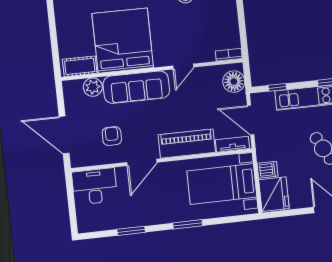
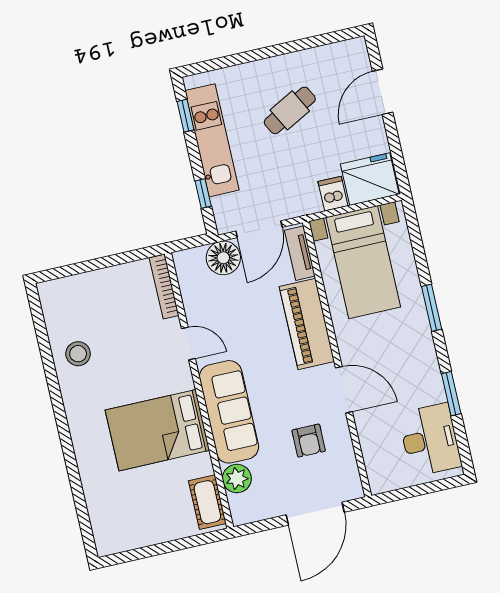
bed: (123, 41) -> (157, 430), width x0.73
bookcase: (229, 55) -> (164, 287), width x1.56
floor lamp: (234, 82) -> (223, 258), moved
armchair: (112, 136) -> (309, 441), turned -90
desk: (95, 186) -> (430, 440), moved, turned 180

